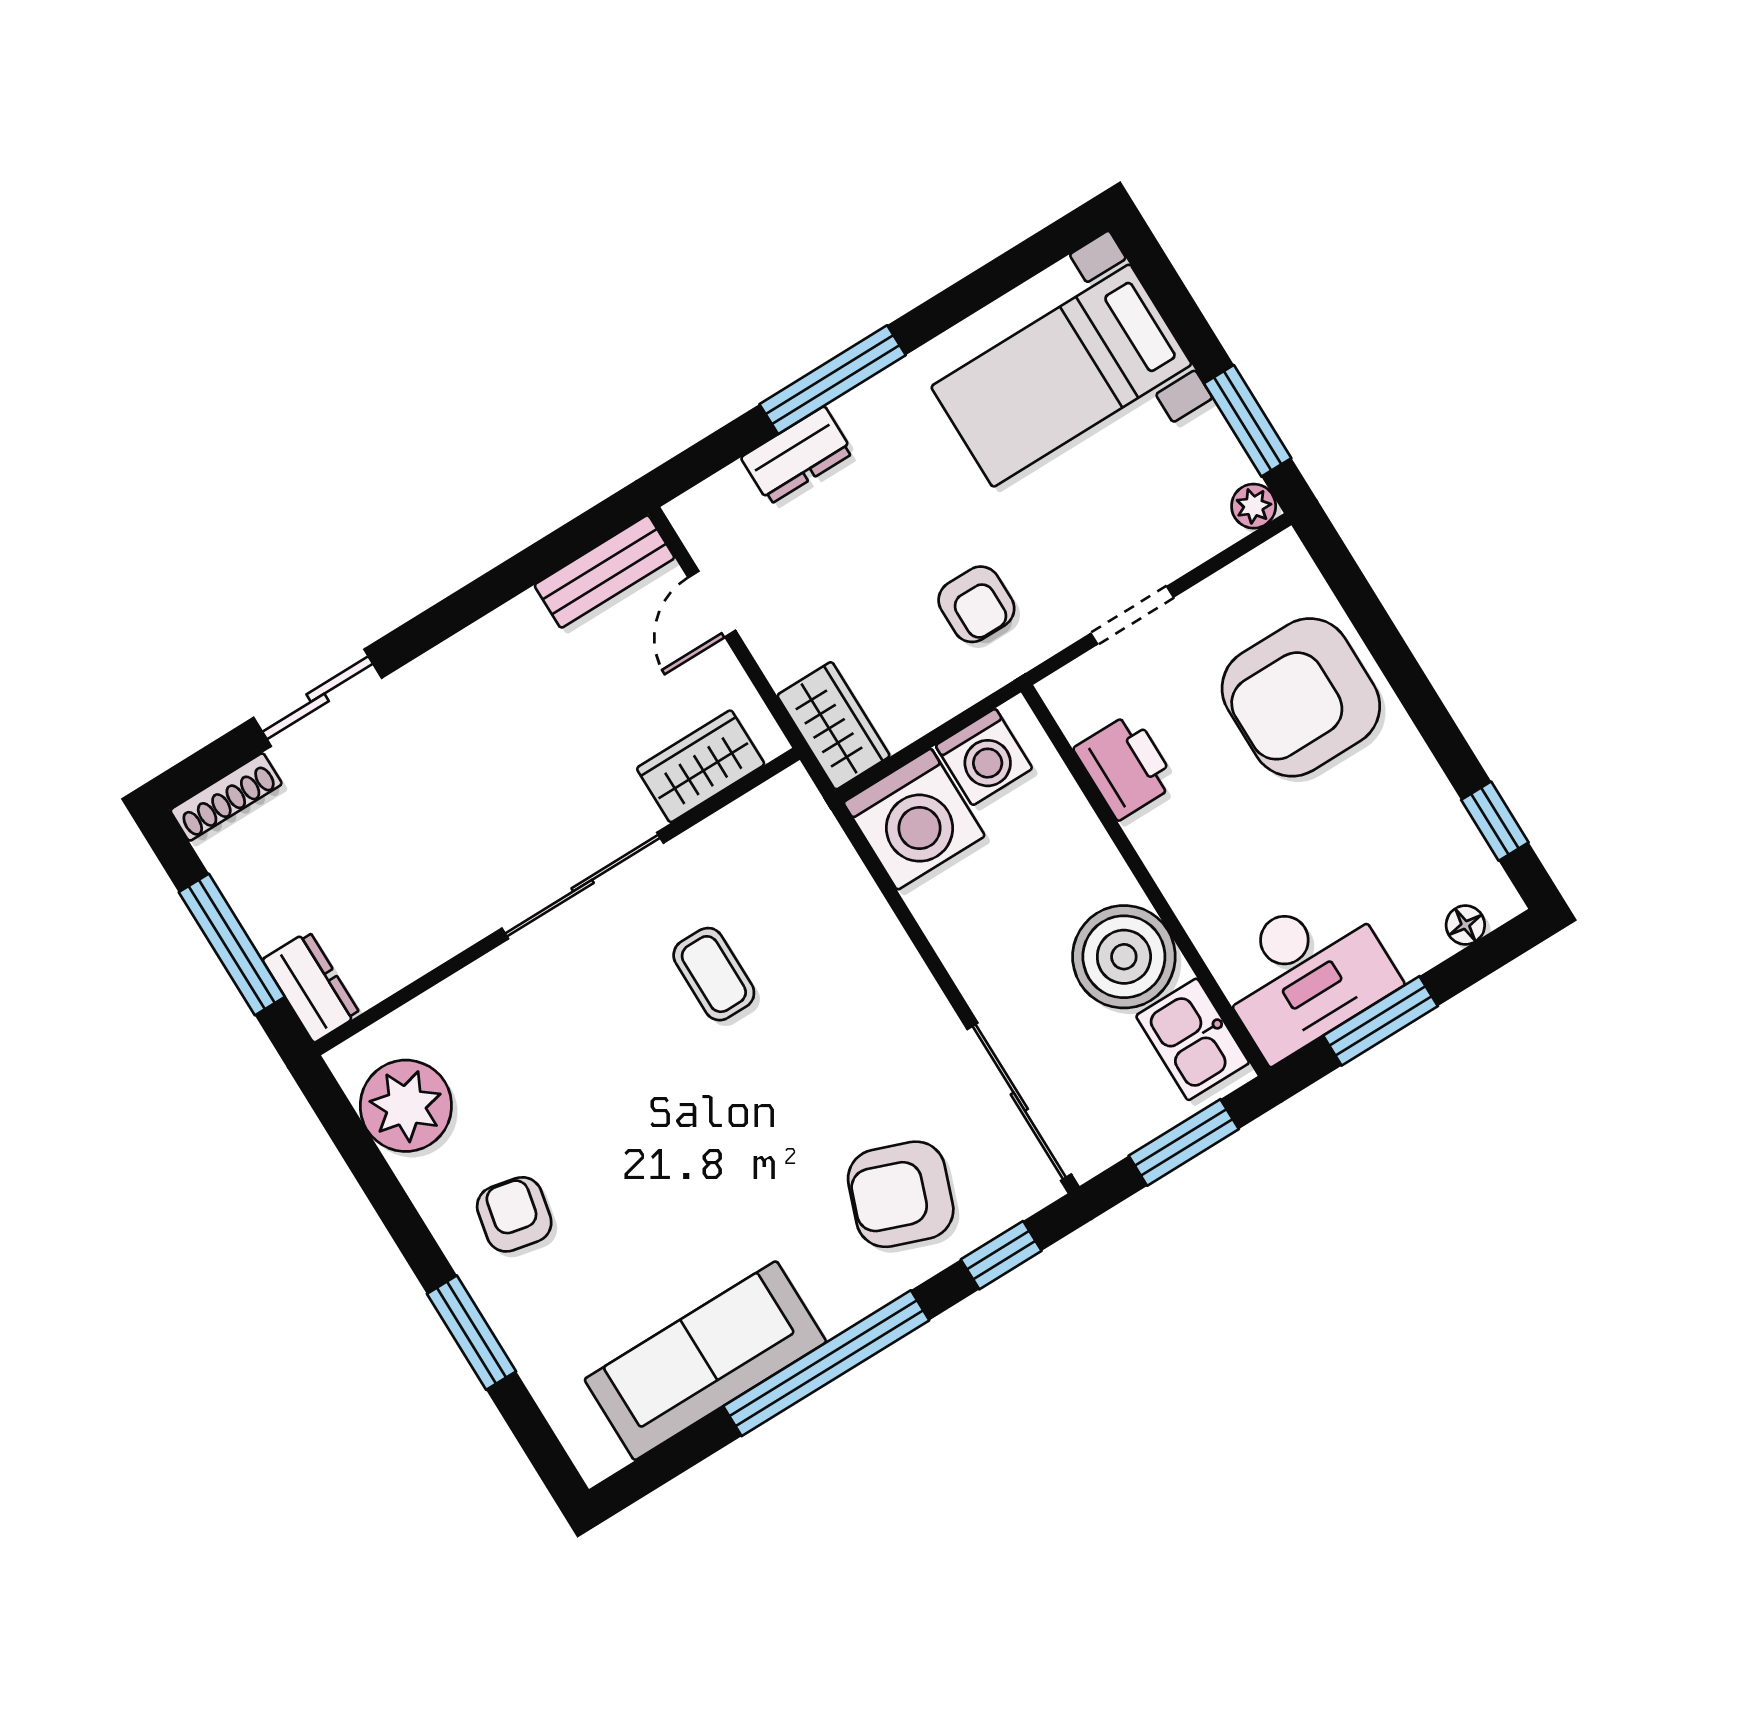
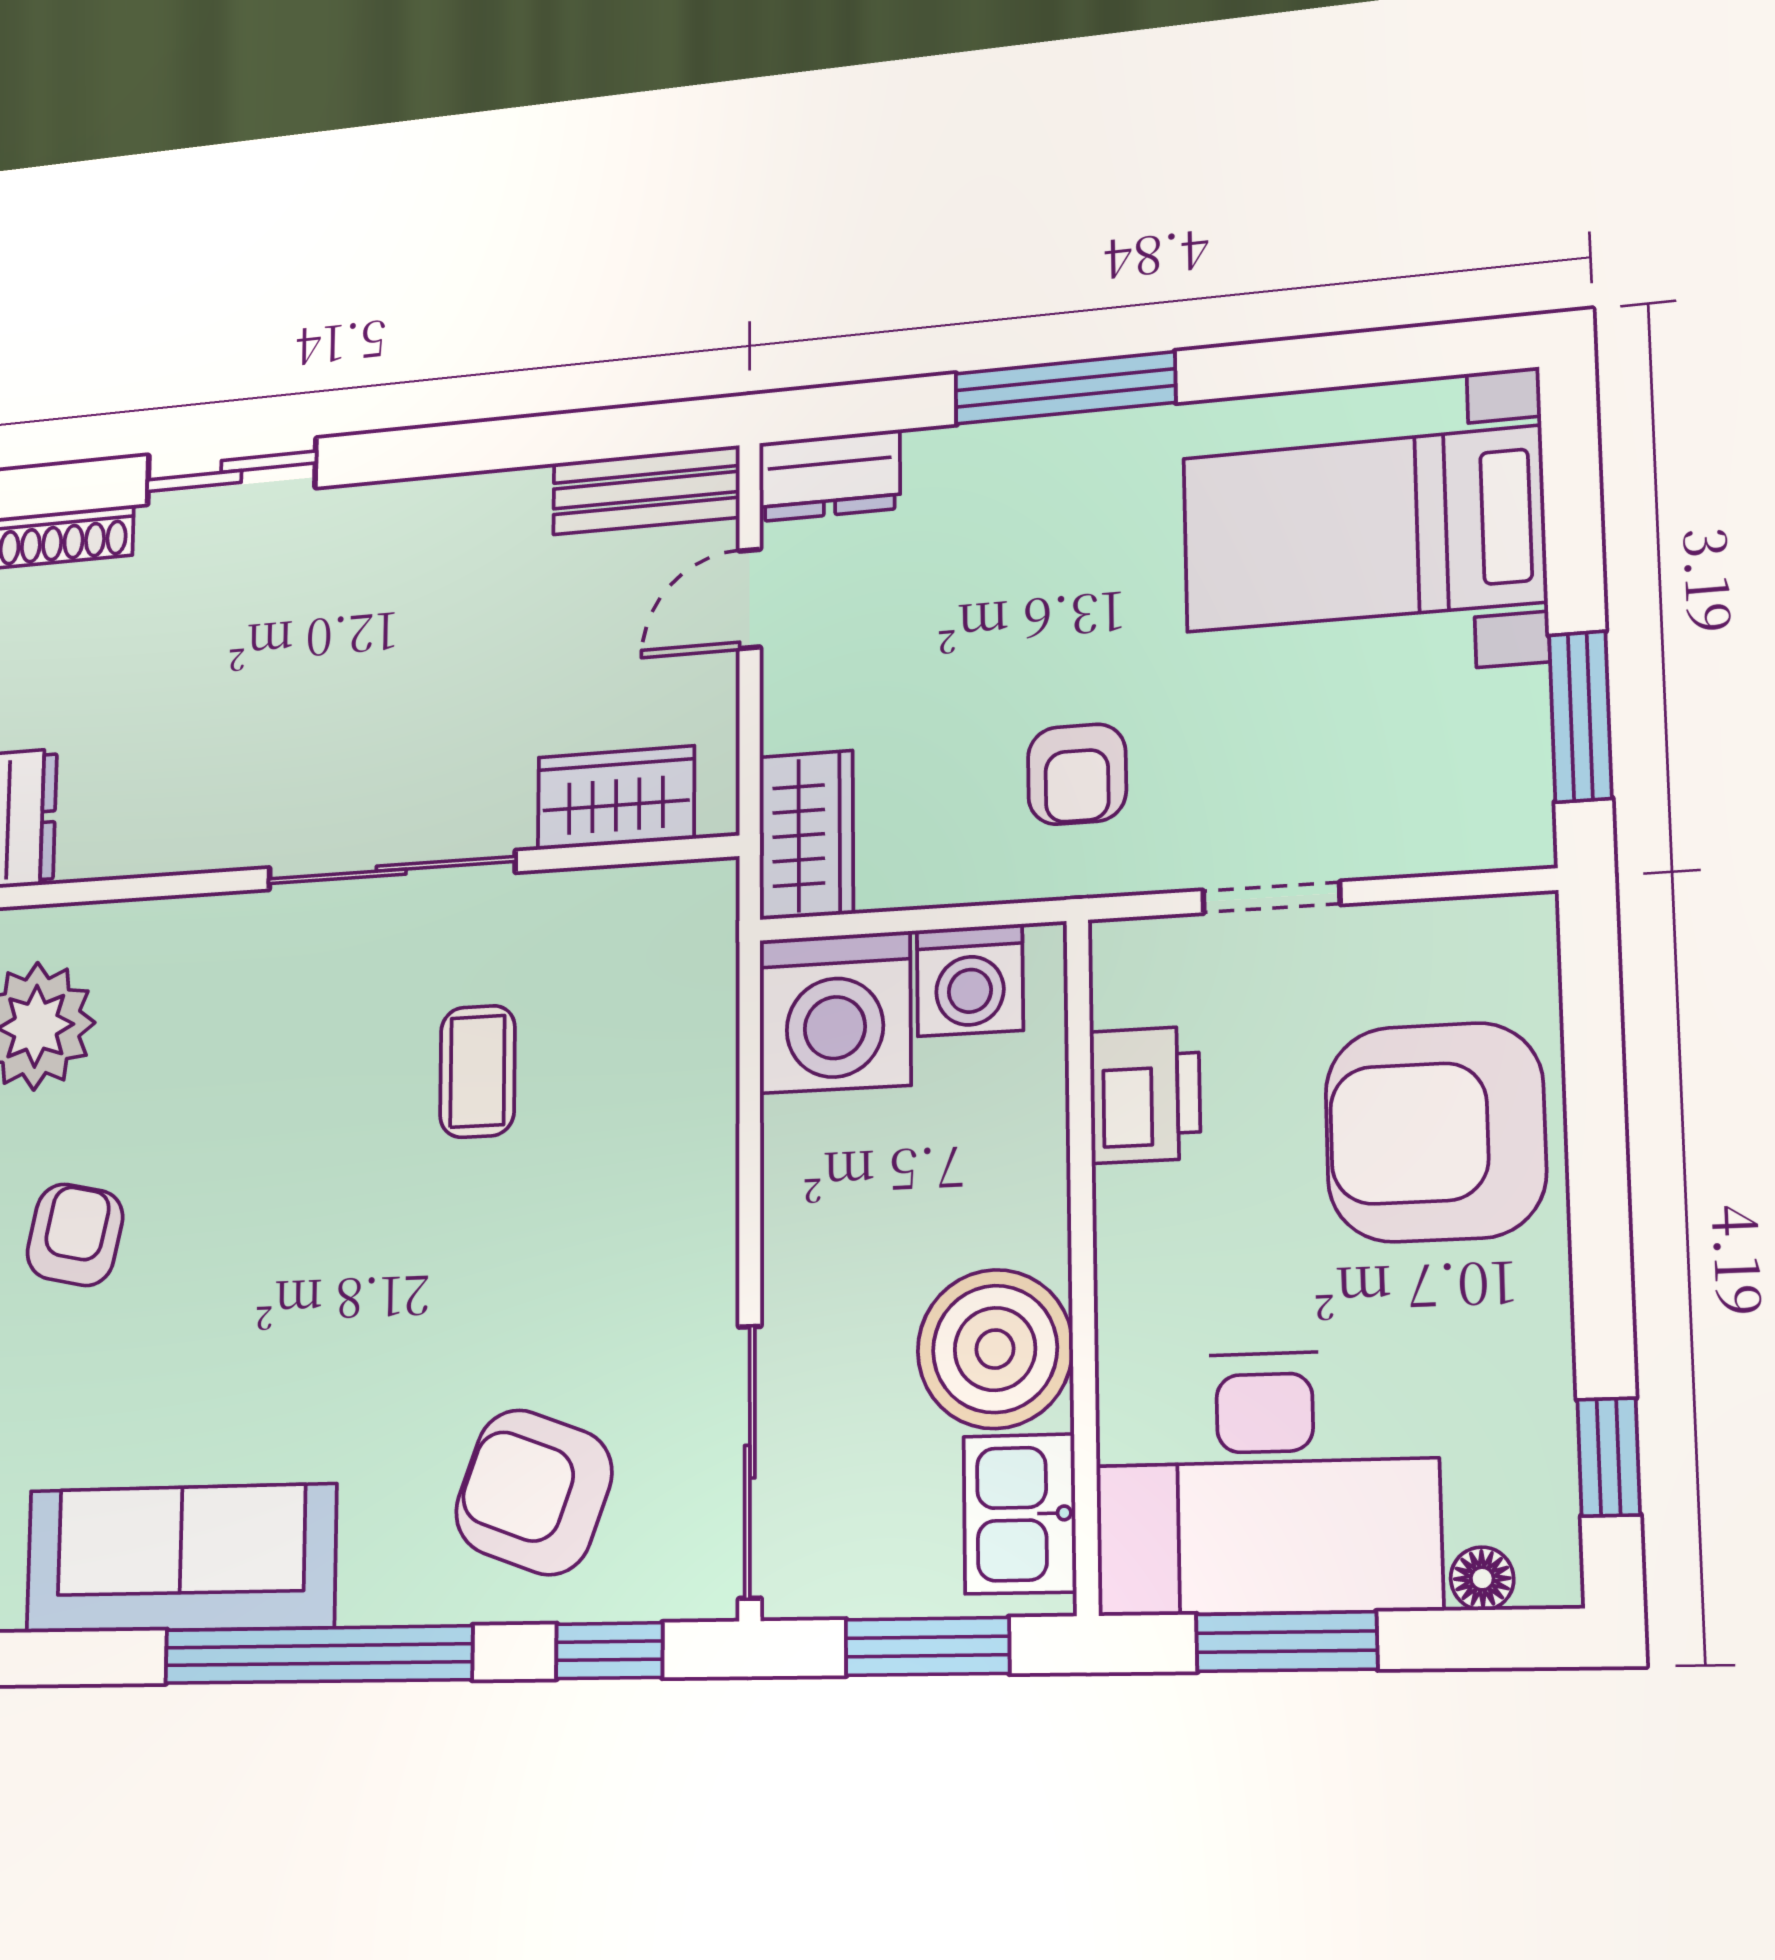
dresser: (797, 455) -> (829, 476), moved
plant: (1254, 506) -> (1521, 837), removed
desk: (1305, 973) -> (1266, 1483), width x1.36, depth x1.30

